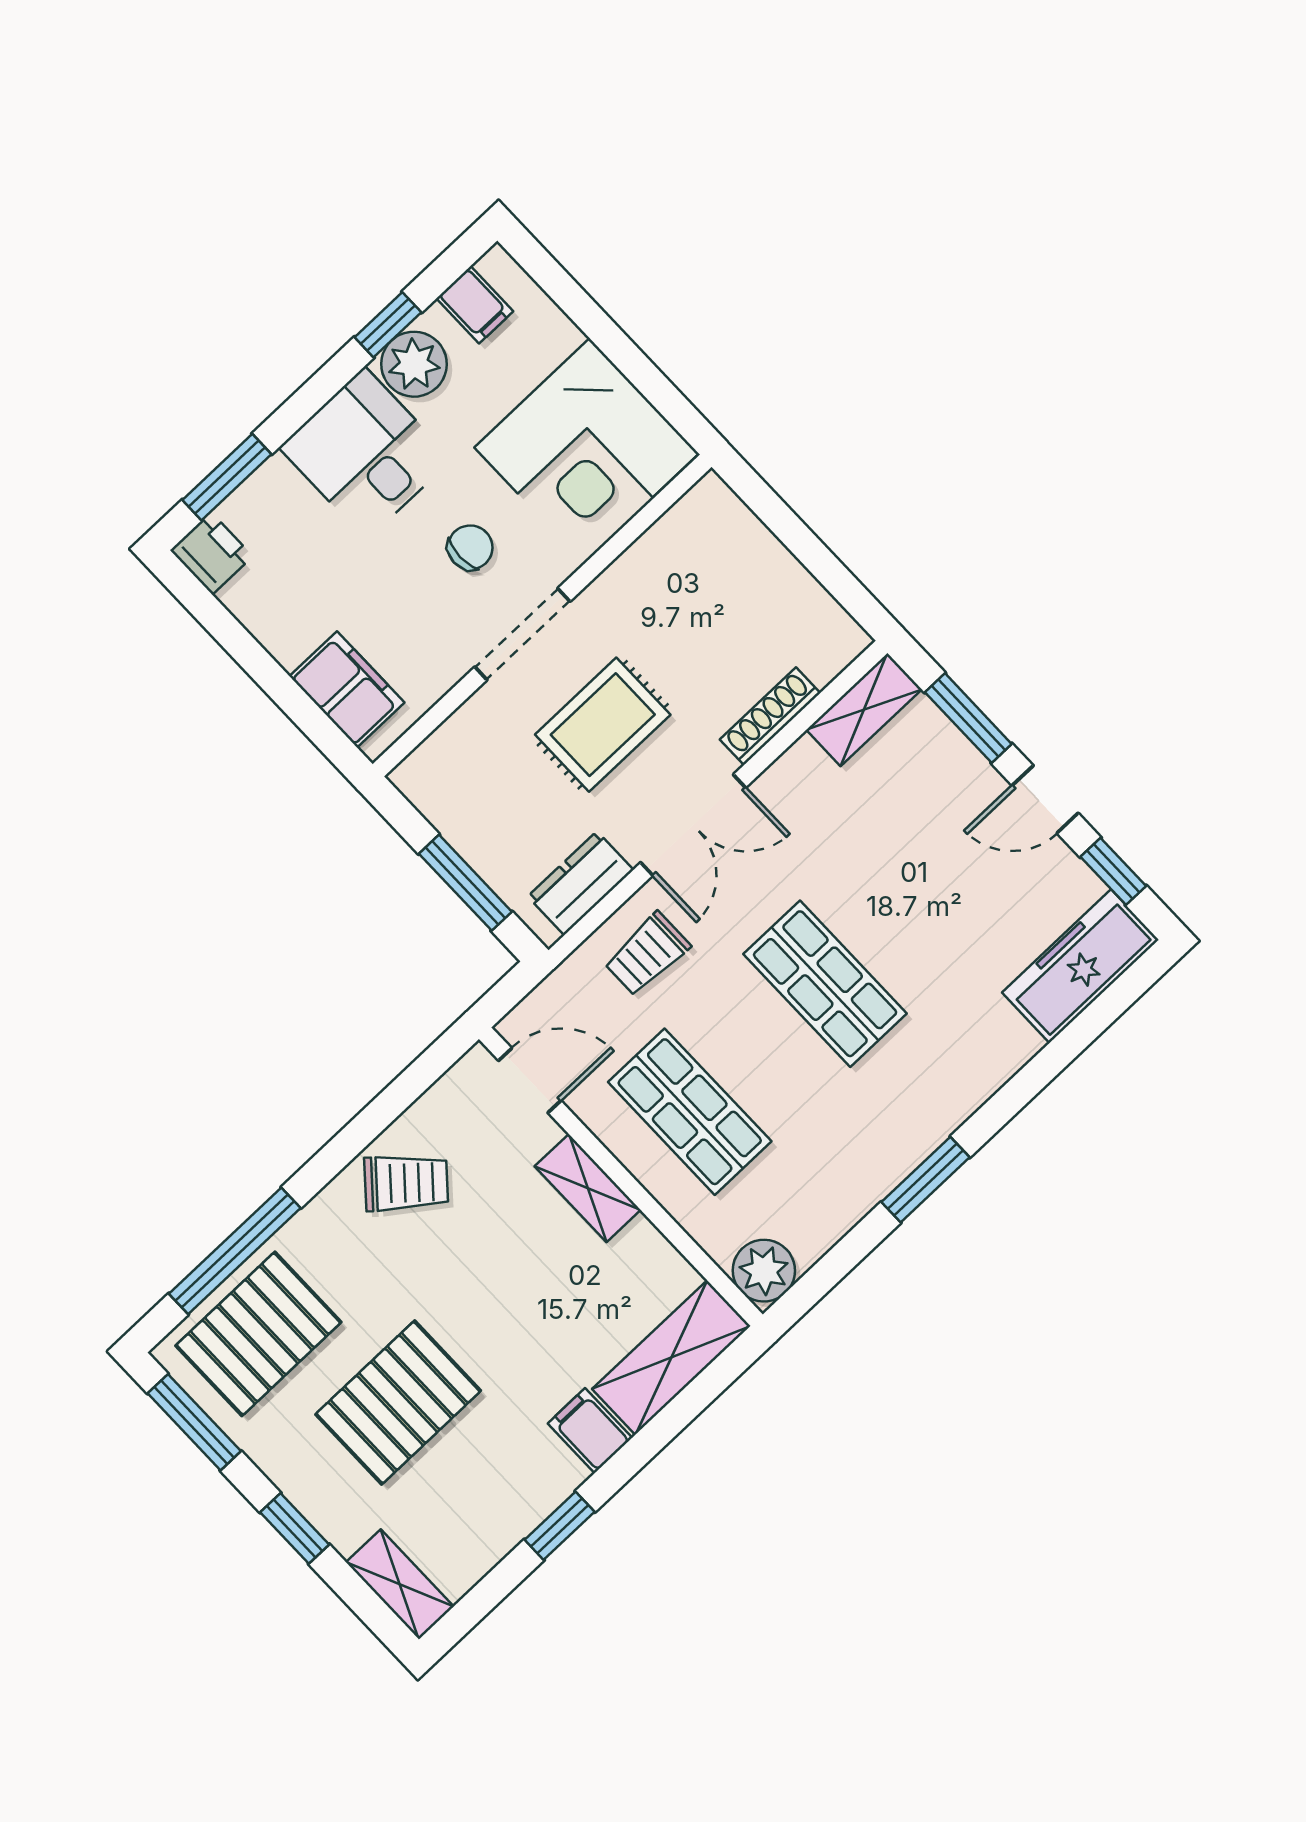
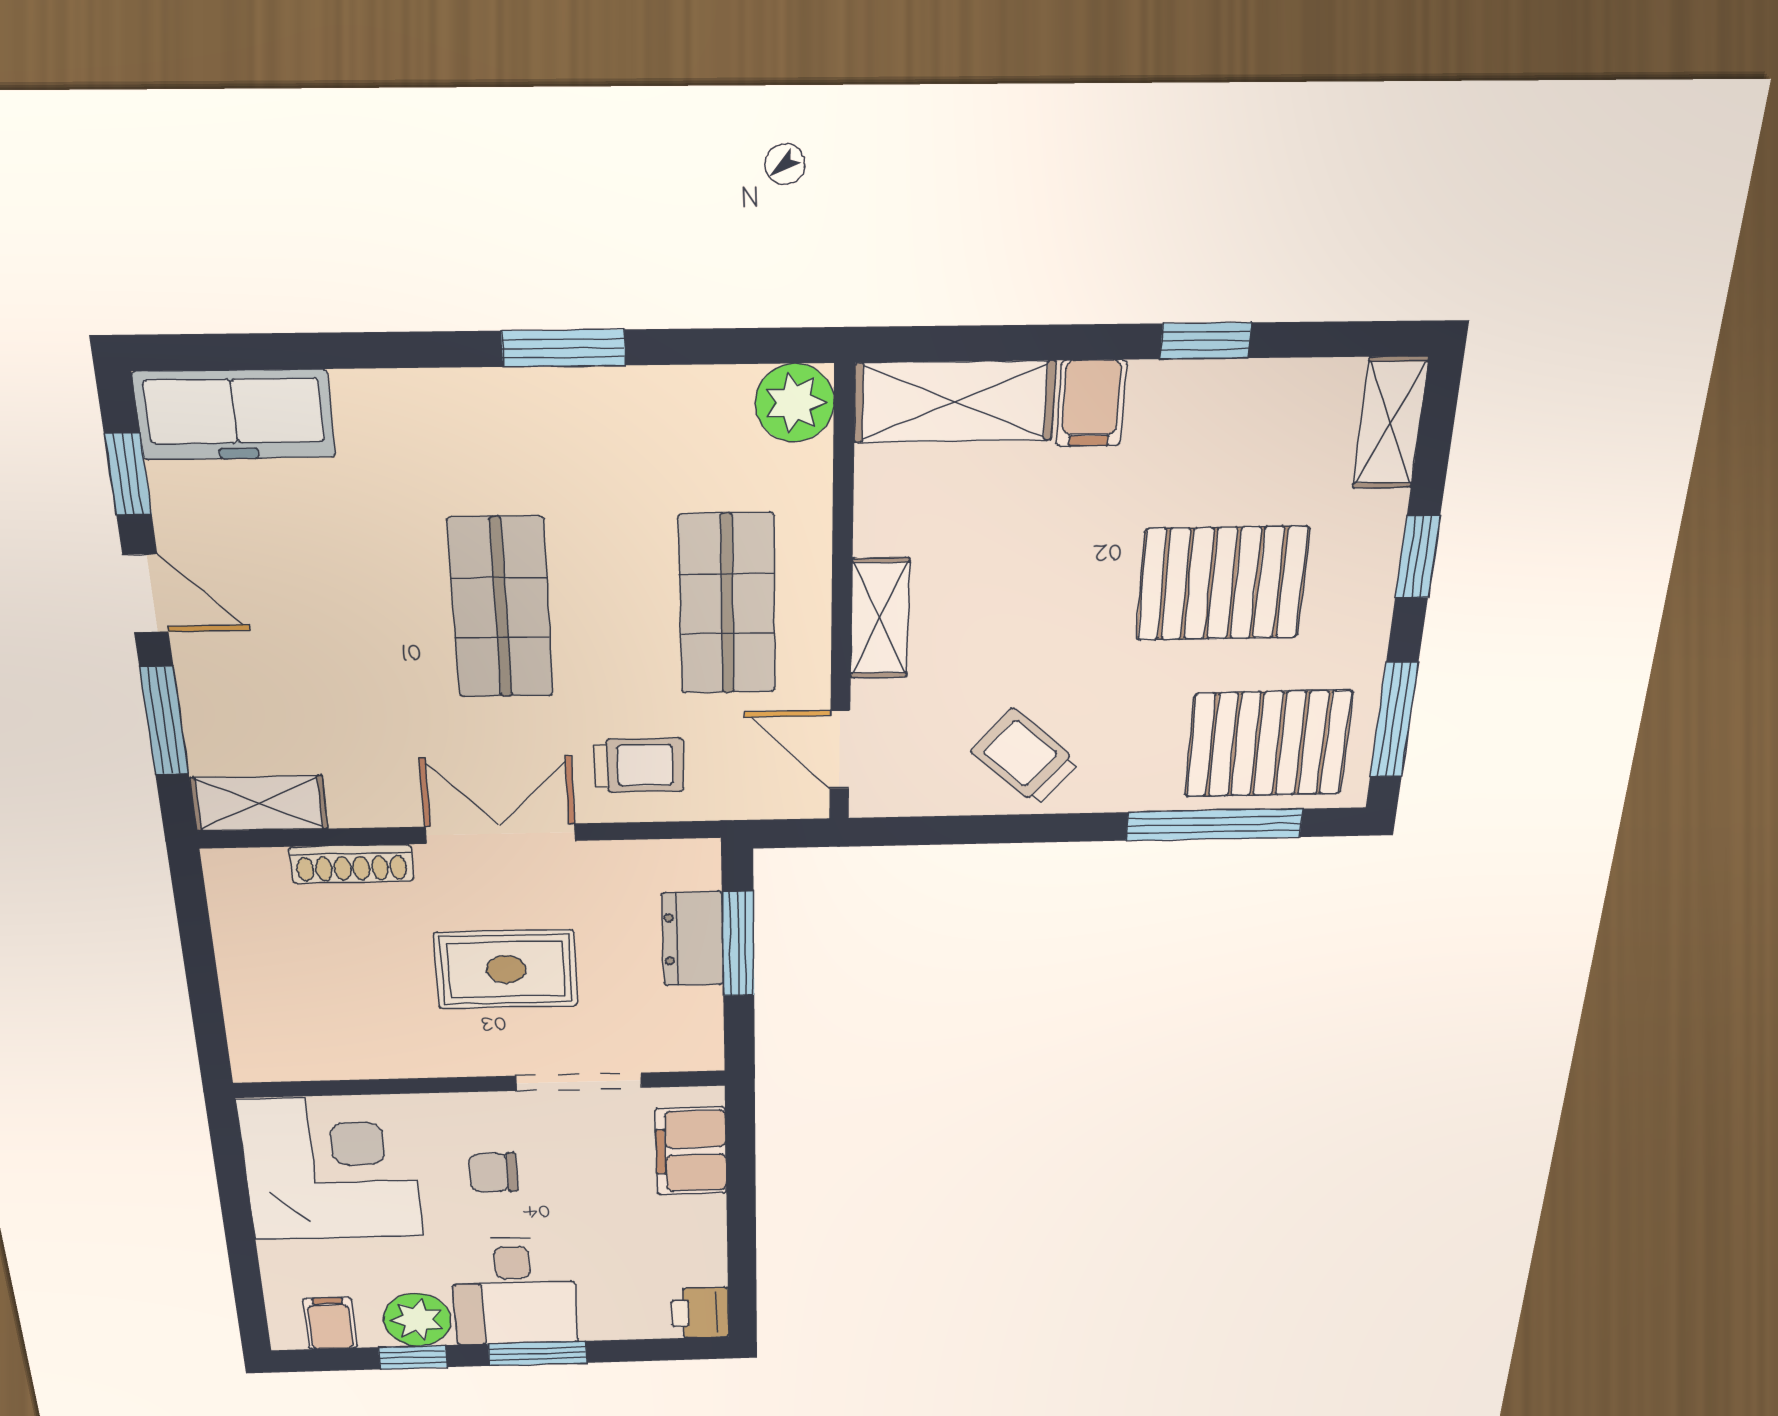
window: (227, 477) -> (538, 1353), moved
doorway: (522, 634) -> (579, 1082), moved
dresser: (581, 883) -> (693, 939), moved, turned 90

